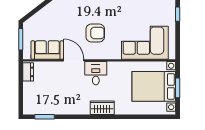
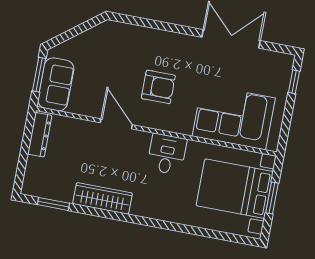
sofa: (47, 50) -> (56, 84), moved, turned 90
dresser: (28, 72) -> (40, 135), width x1.44
desk: (96, 73) -> (167, 154), moved
wardrobe: (102, 108) -> (103, 198), moved, width x1.50

